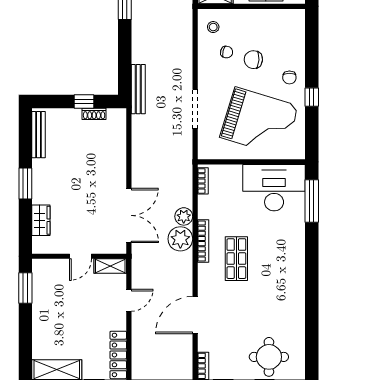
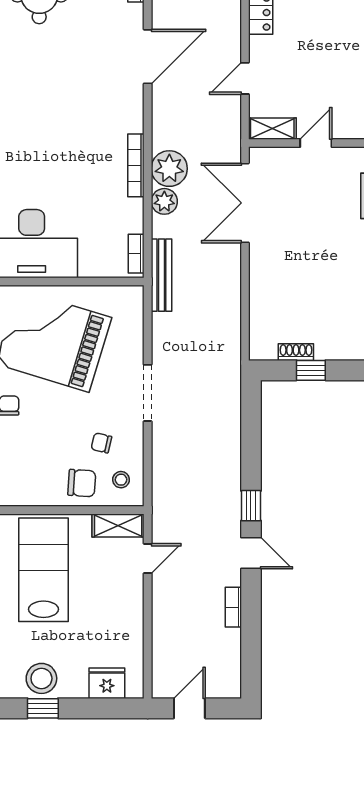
chair: (253, 60) -> (82, 483), moved
bench: (138, 89) -> (161, 275), moved
doorway: (195, 109) -> (148, 393), moved
shop shelf: (236, 259) -> (87, 140), removed

